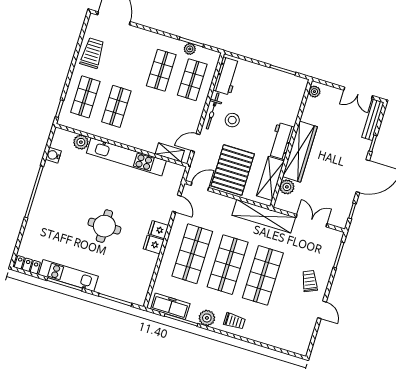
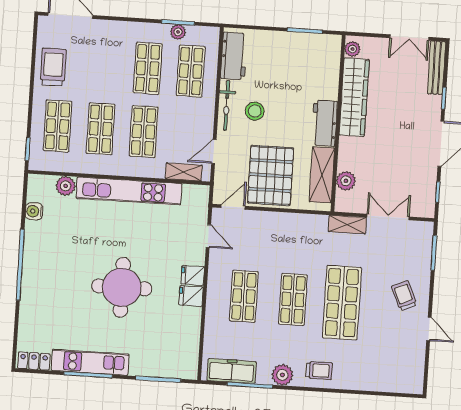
shop shelf: (147, 116) -> (144, 132), added
wardrobe: (300, 152) -> (354, 97), moved
shelving: (264, 216) -> (347, 225), width x0.45, depth x0.75
round table: (104, 226) -> (122, 287), width x1.36, depth x1.36
shop shelf: (192, 254) -> (244, 296), width x0.70, depth x0.74
shop shelf: (228, 265) -> (293, 299), width x0.70, depth x0.74

